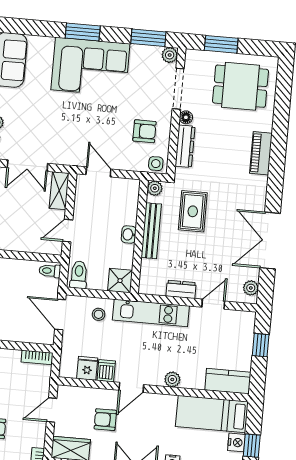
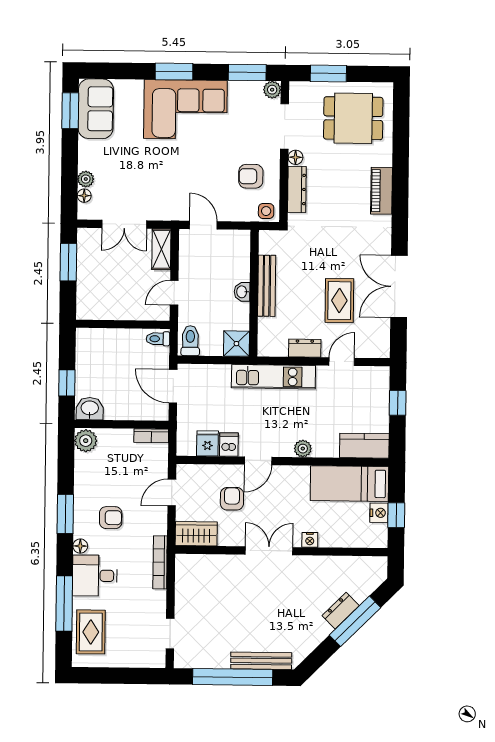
armchair: (144, 131) -> (251, 176), turned 180
plant: (155, 188) -> (267, 238), removed
rug: (193, 211) -> (339, 301), moved
plant: (251, 288) -> (382, 341), removed
stool: (99, 314) -> (216, 383), removed
armchair: (105, 420) -> (232, 499), turned 90

